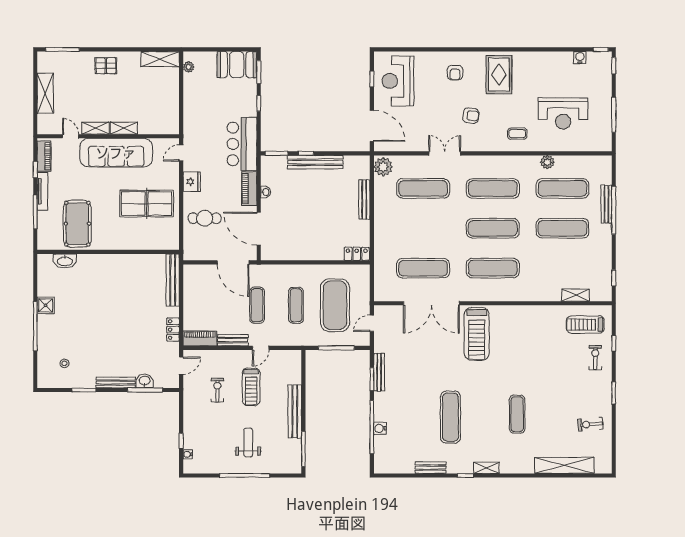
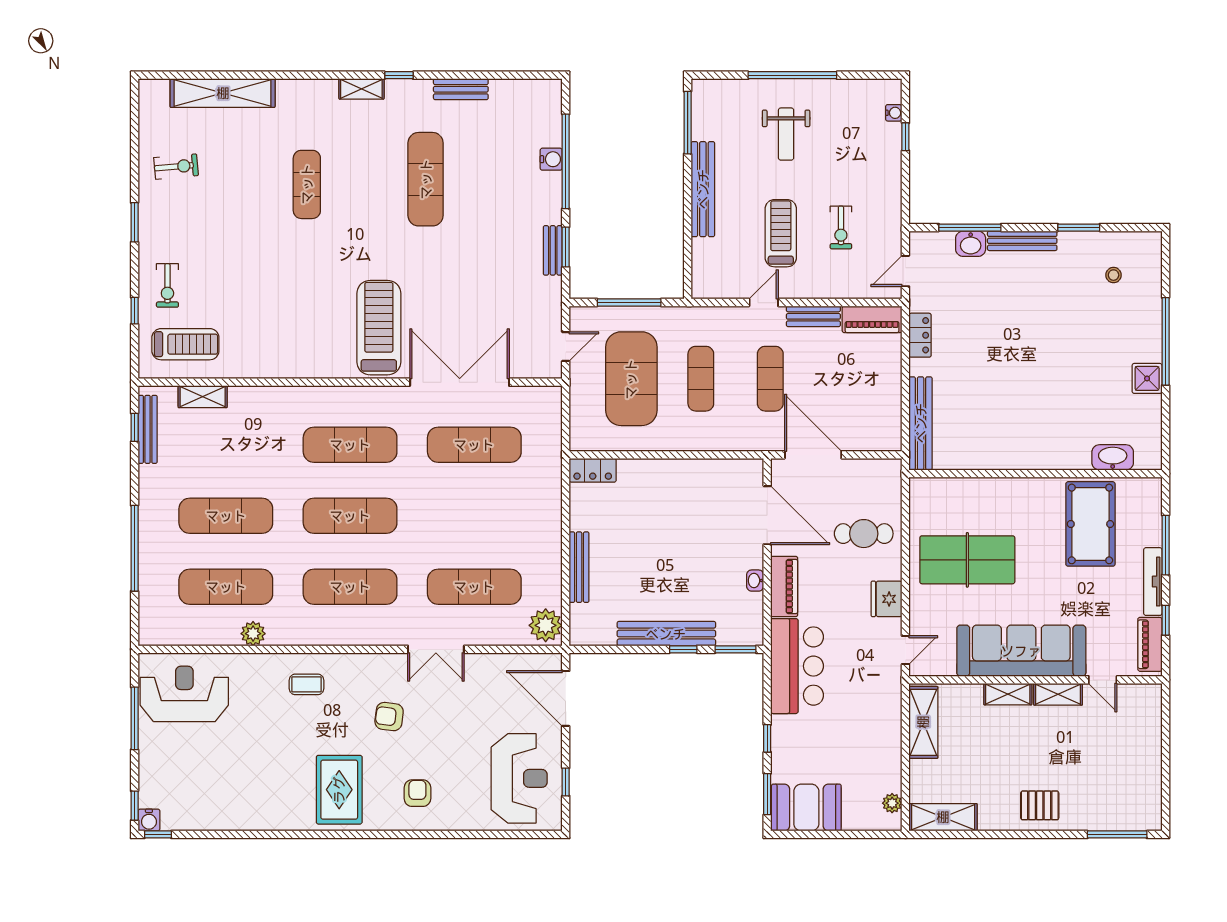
water cooler: (580, 58) -> (149, 820), moved
shelving: (45, 93) -> (923, 722), moved
reception desk: (563, 114) -> (184, 694), moved
bench: (606, 204) -> (148, 429), moved
bench: (379, 372) -> (553, 250), width x0.73

